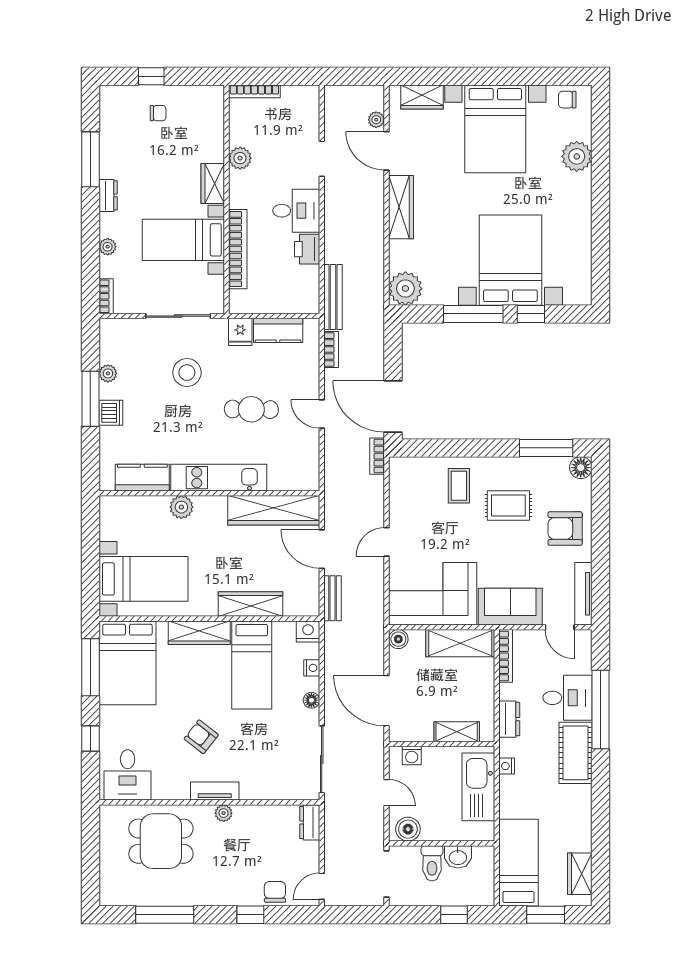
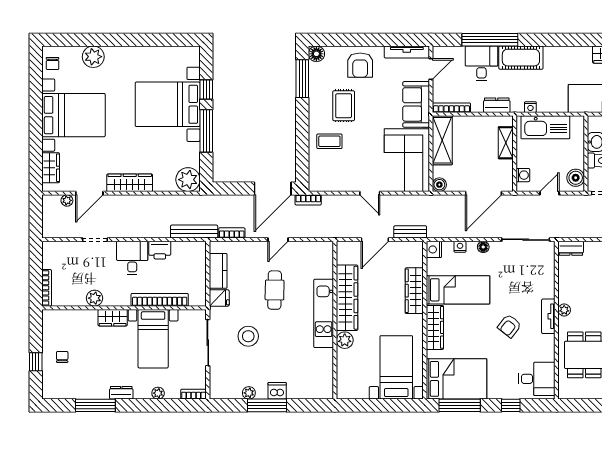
kitchen counter: (142, 478) -> (324, 368), removed
wardrobe: (274, 510) -> (347, 298), moved

